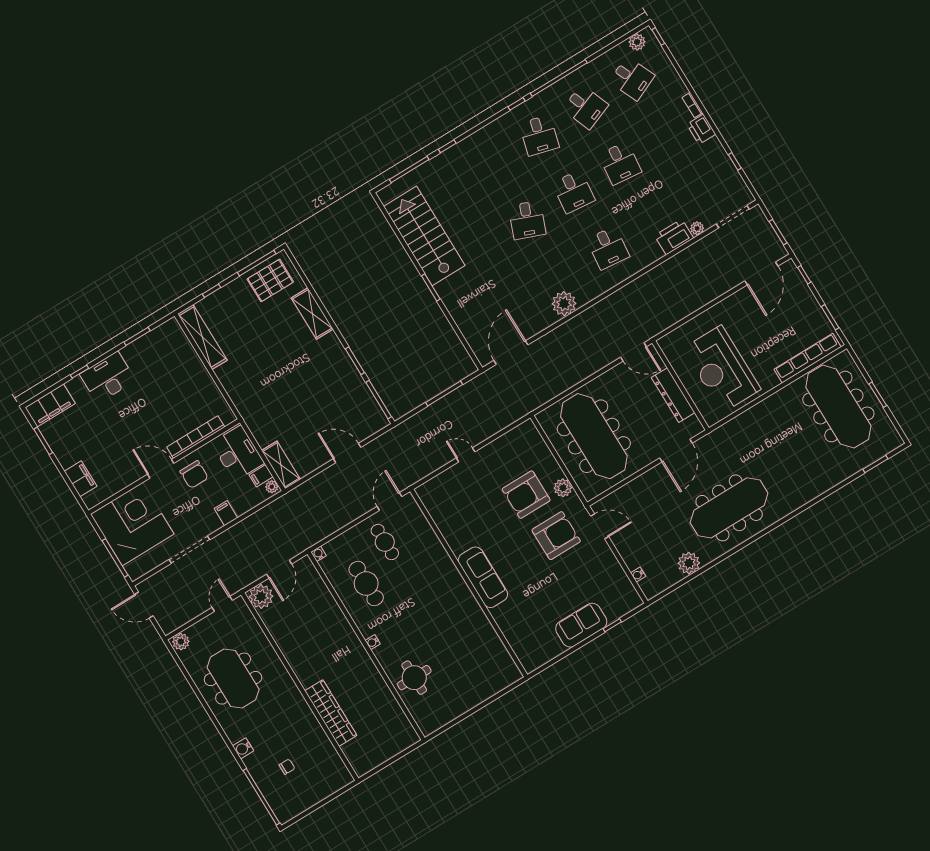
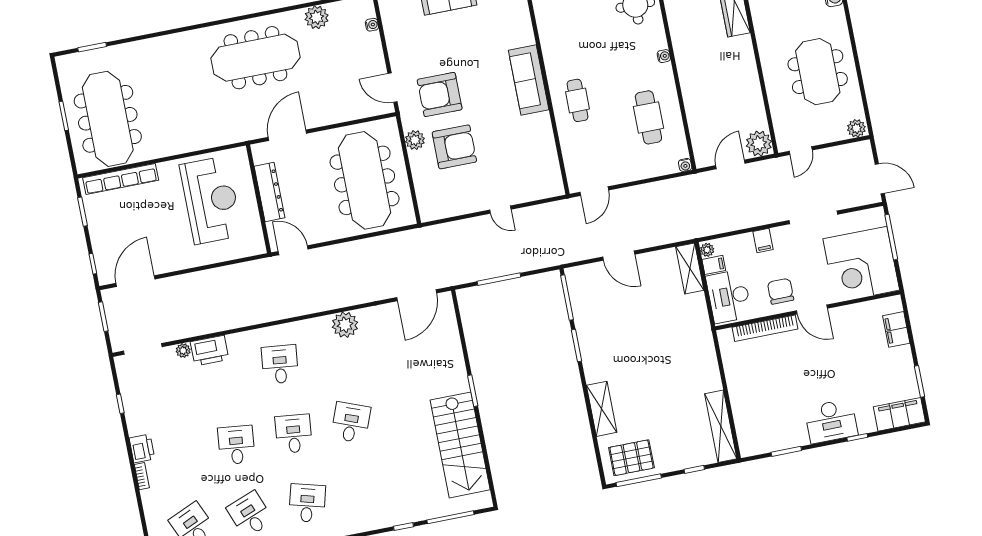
cafe table: (385, 542) -> (578, 100), moved

